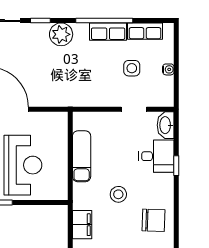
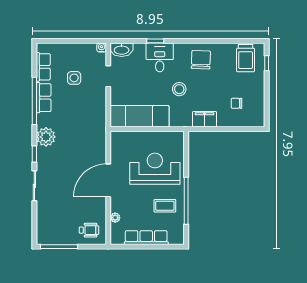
water cooler: (168, 69) -> (102, 47), moved
exam couch: (82, 156) -> (140, 116), width x1.36, depth x1.45
desk: (156, 156) -> (160, 57), moved

